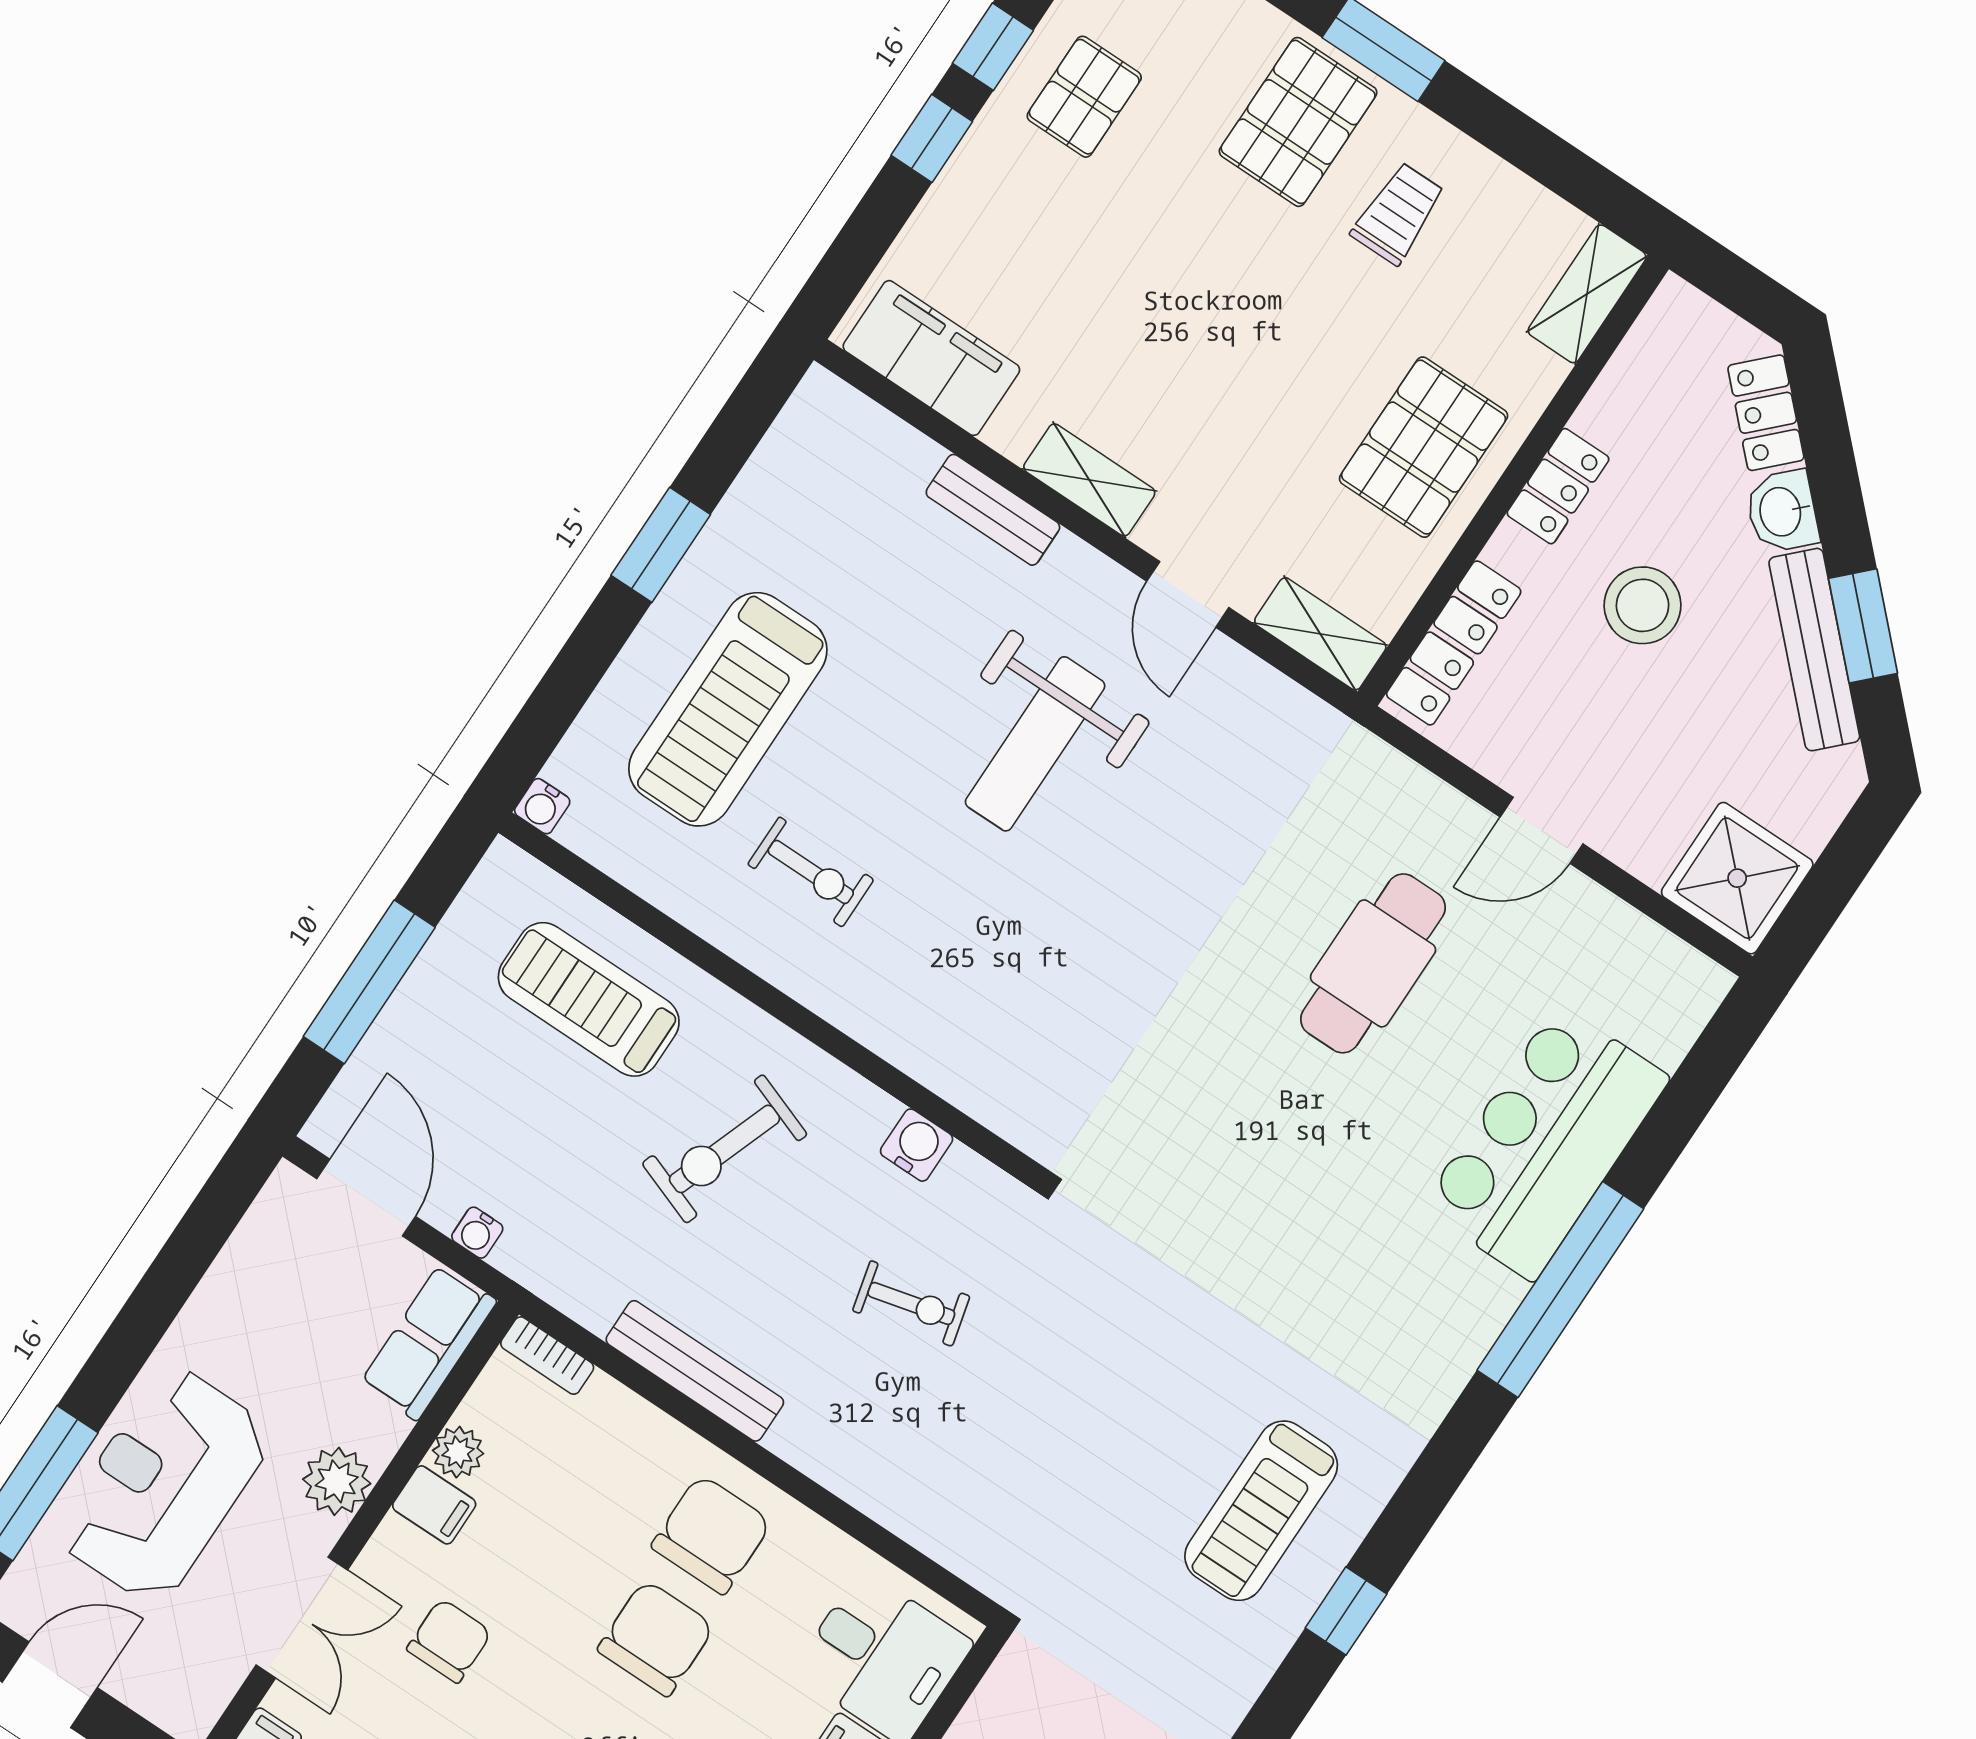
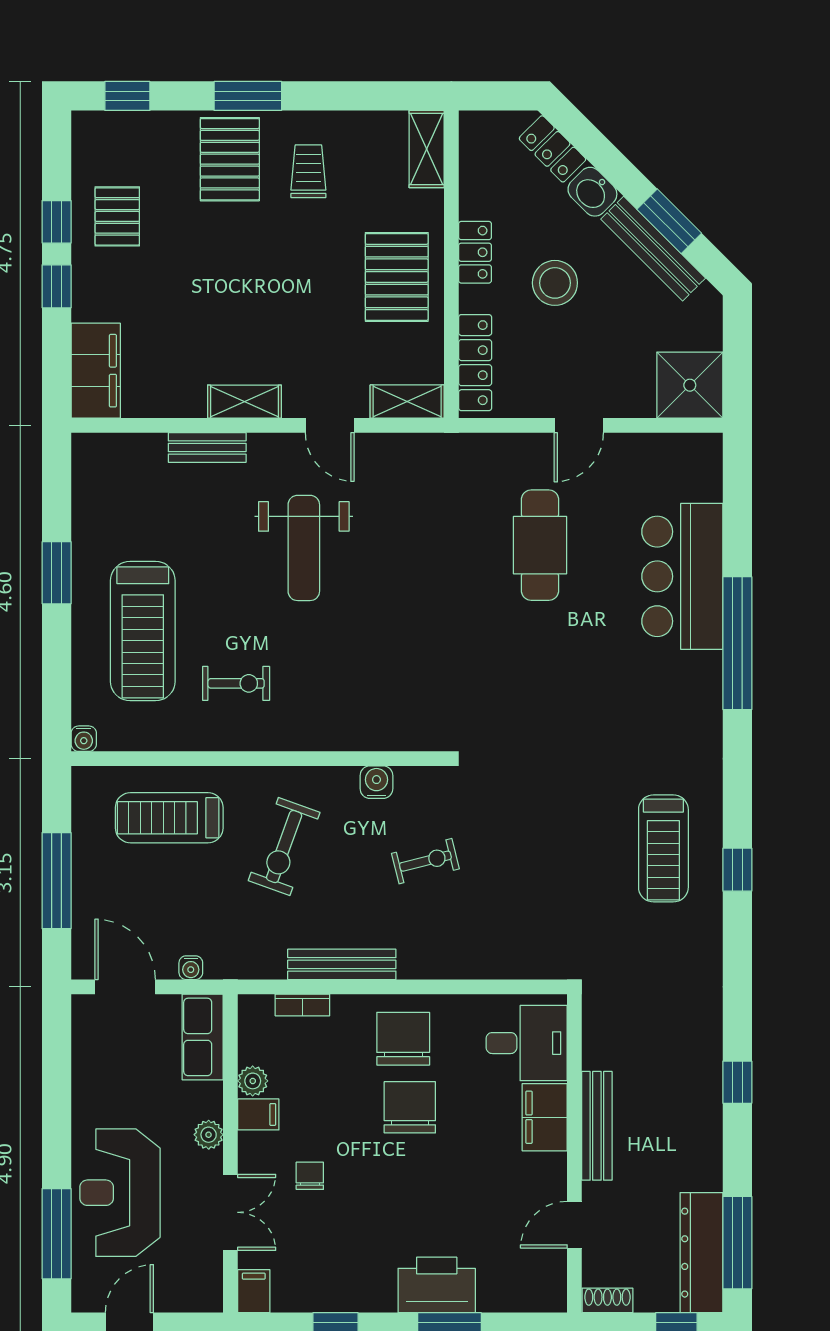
filing cabinet: (931, 358) -> (96, 371), moved, turned 90
bookcase: (547, 1356) -> (302, 1005), moved
plant: (337, 1481) -> (209, 1135), width x0.73, depth x0.73
chair: (449, 1641) -> (310, 1176), width x0.73, depth x0.73

